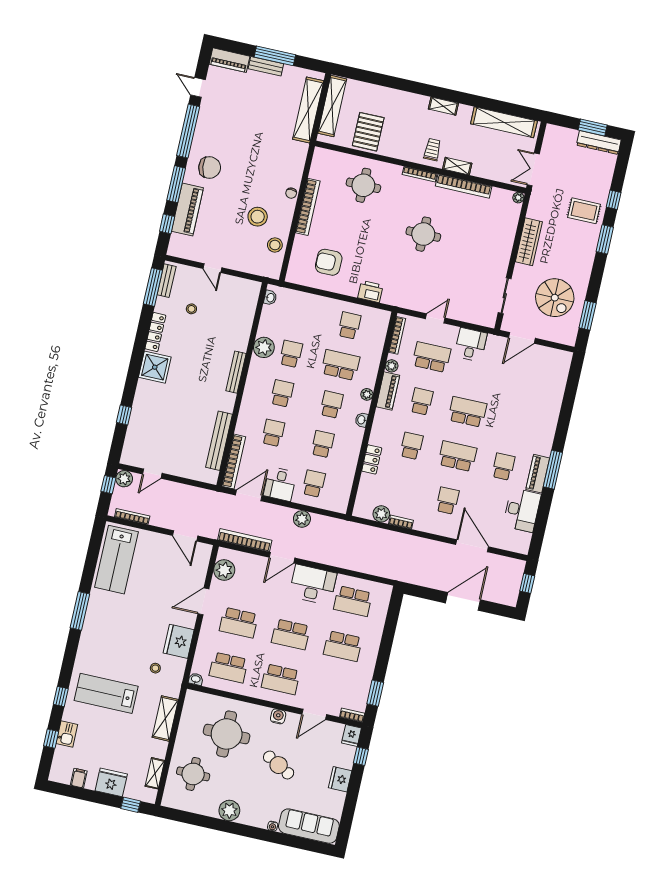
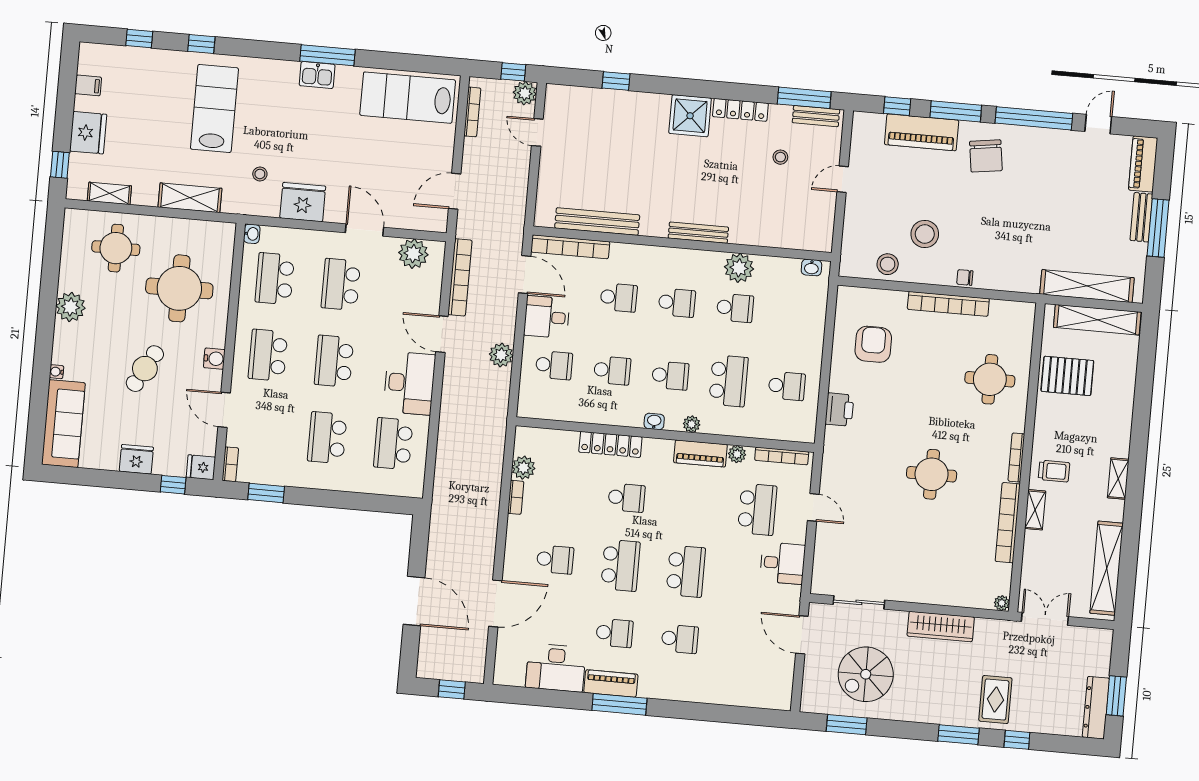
school desk: (421, 401) -> (680, 639), moved
locker: (372, 459) -> (610, 444), width x1.53
kitchen sink: (67, 734) -> (317, 75), moved

